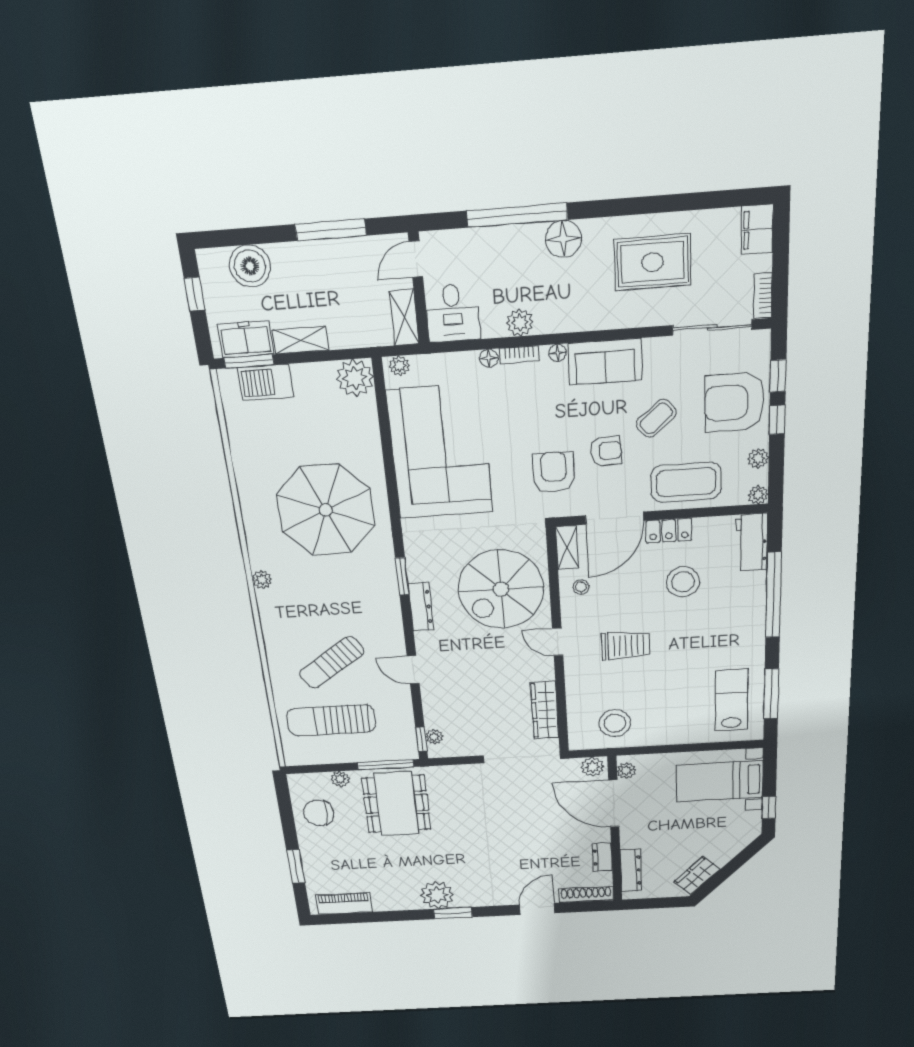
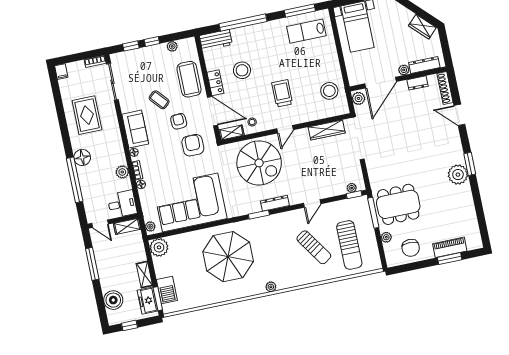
filing cabinet: (757, 230) -> (61, 72), width x0.50
armchair: (734, 402) -> (146, 64), removed
armchair: (554, 472) -> (193, 145), turned 90
plant: (758, 495) -> (191, 42), removed
plant: (626, 771) -> (404, 70), moved
piano: (344, 903) -> (450, 247), moved, turned 90

